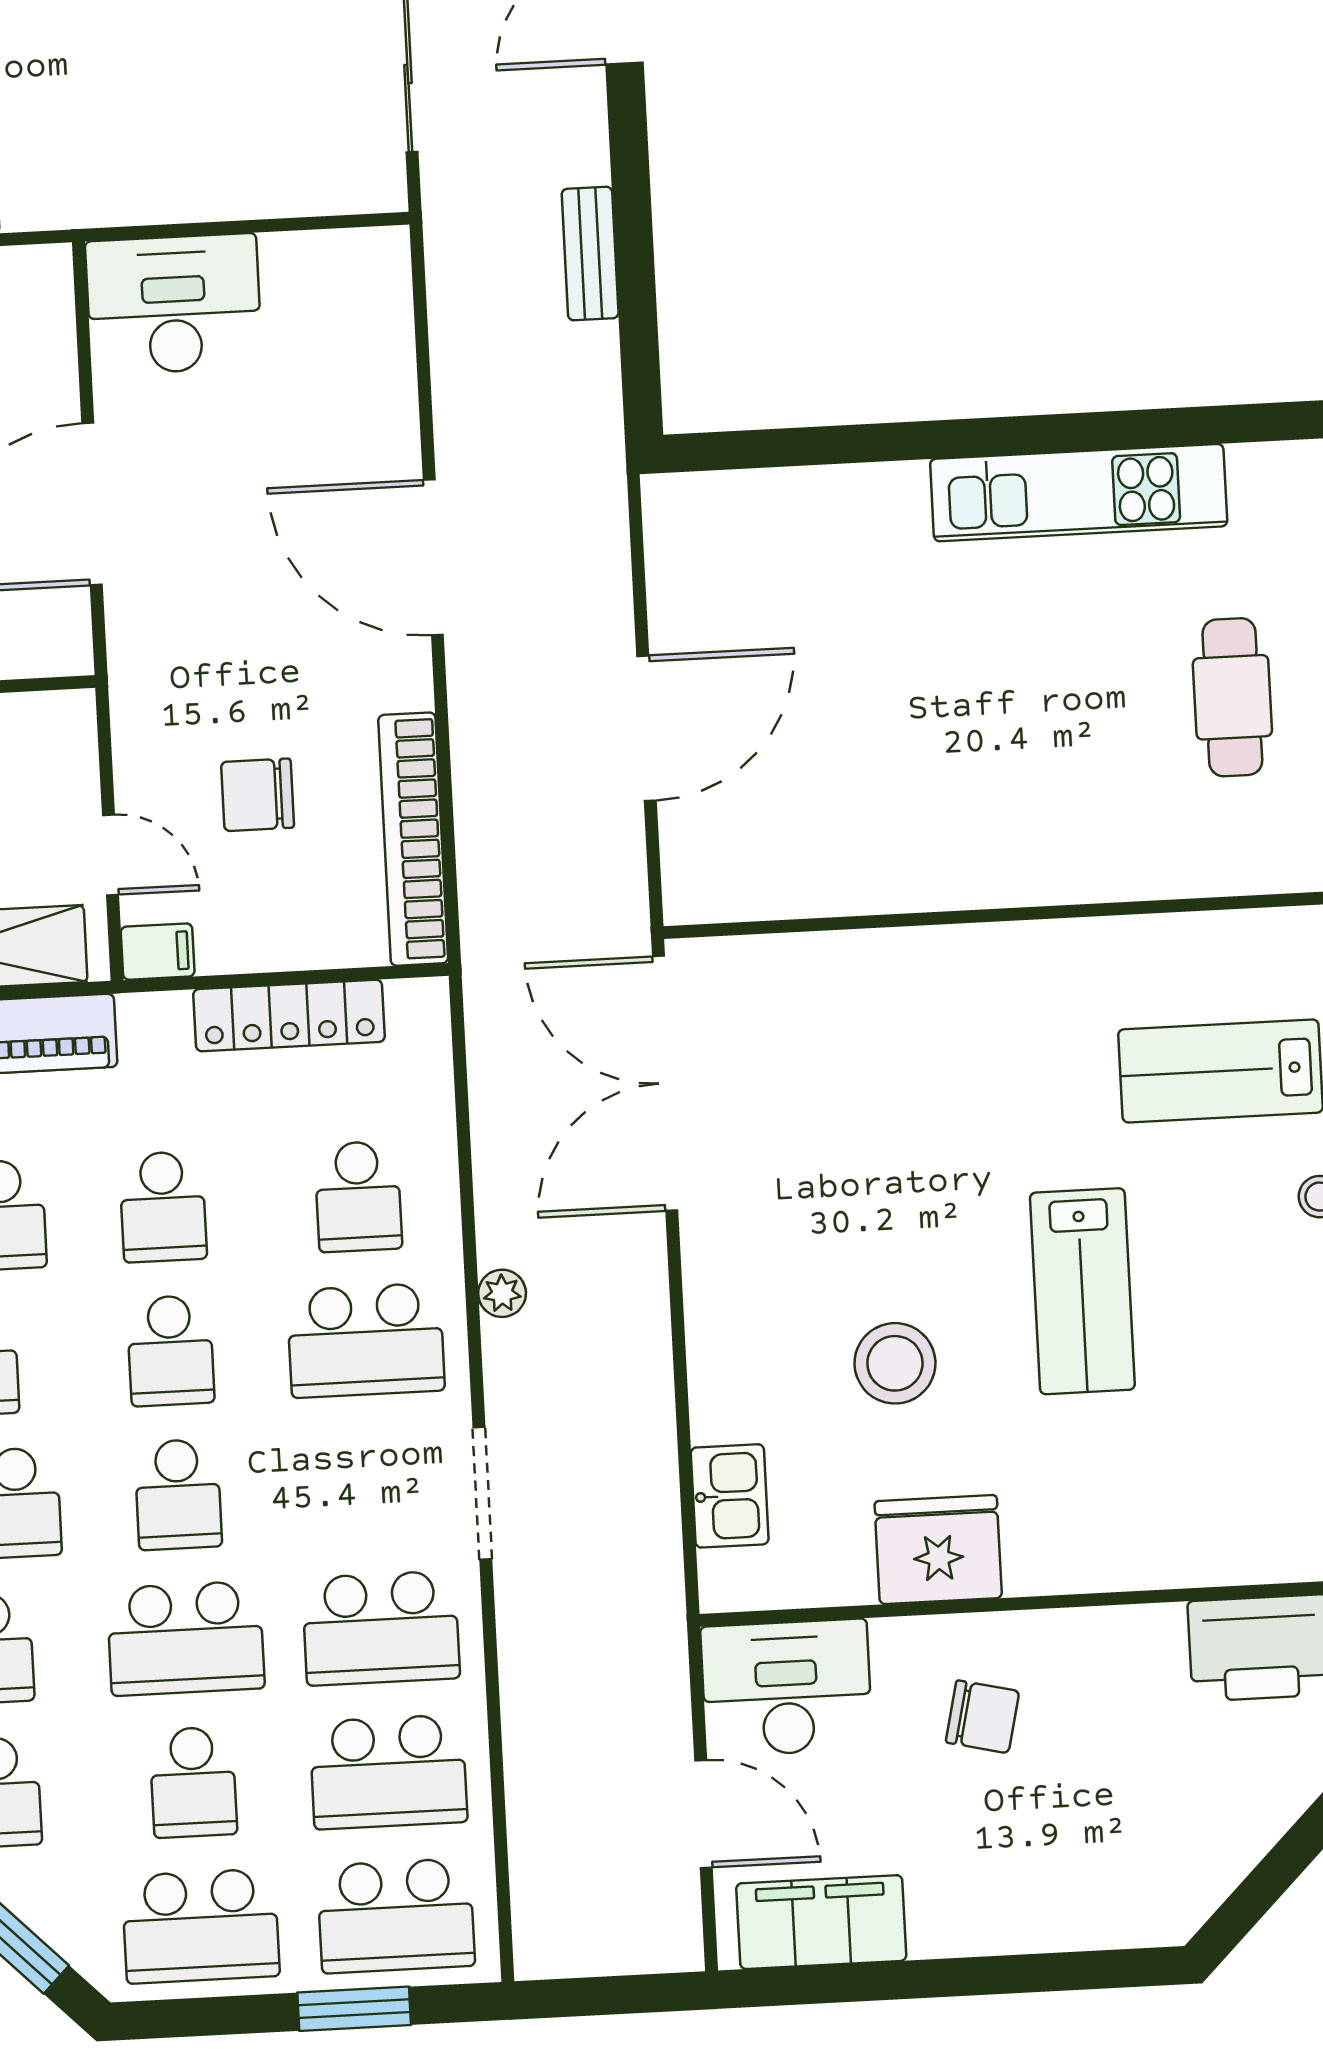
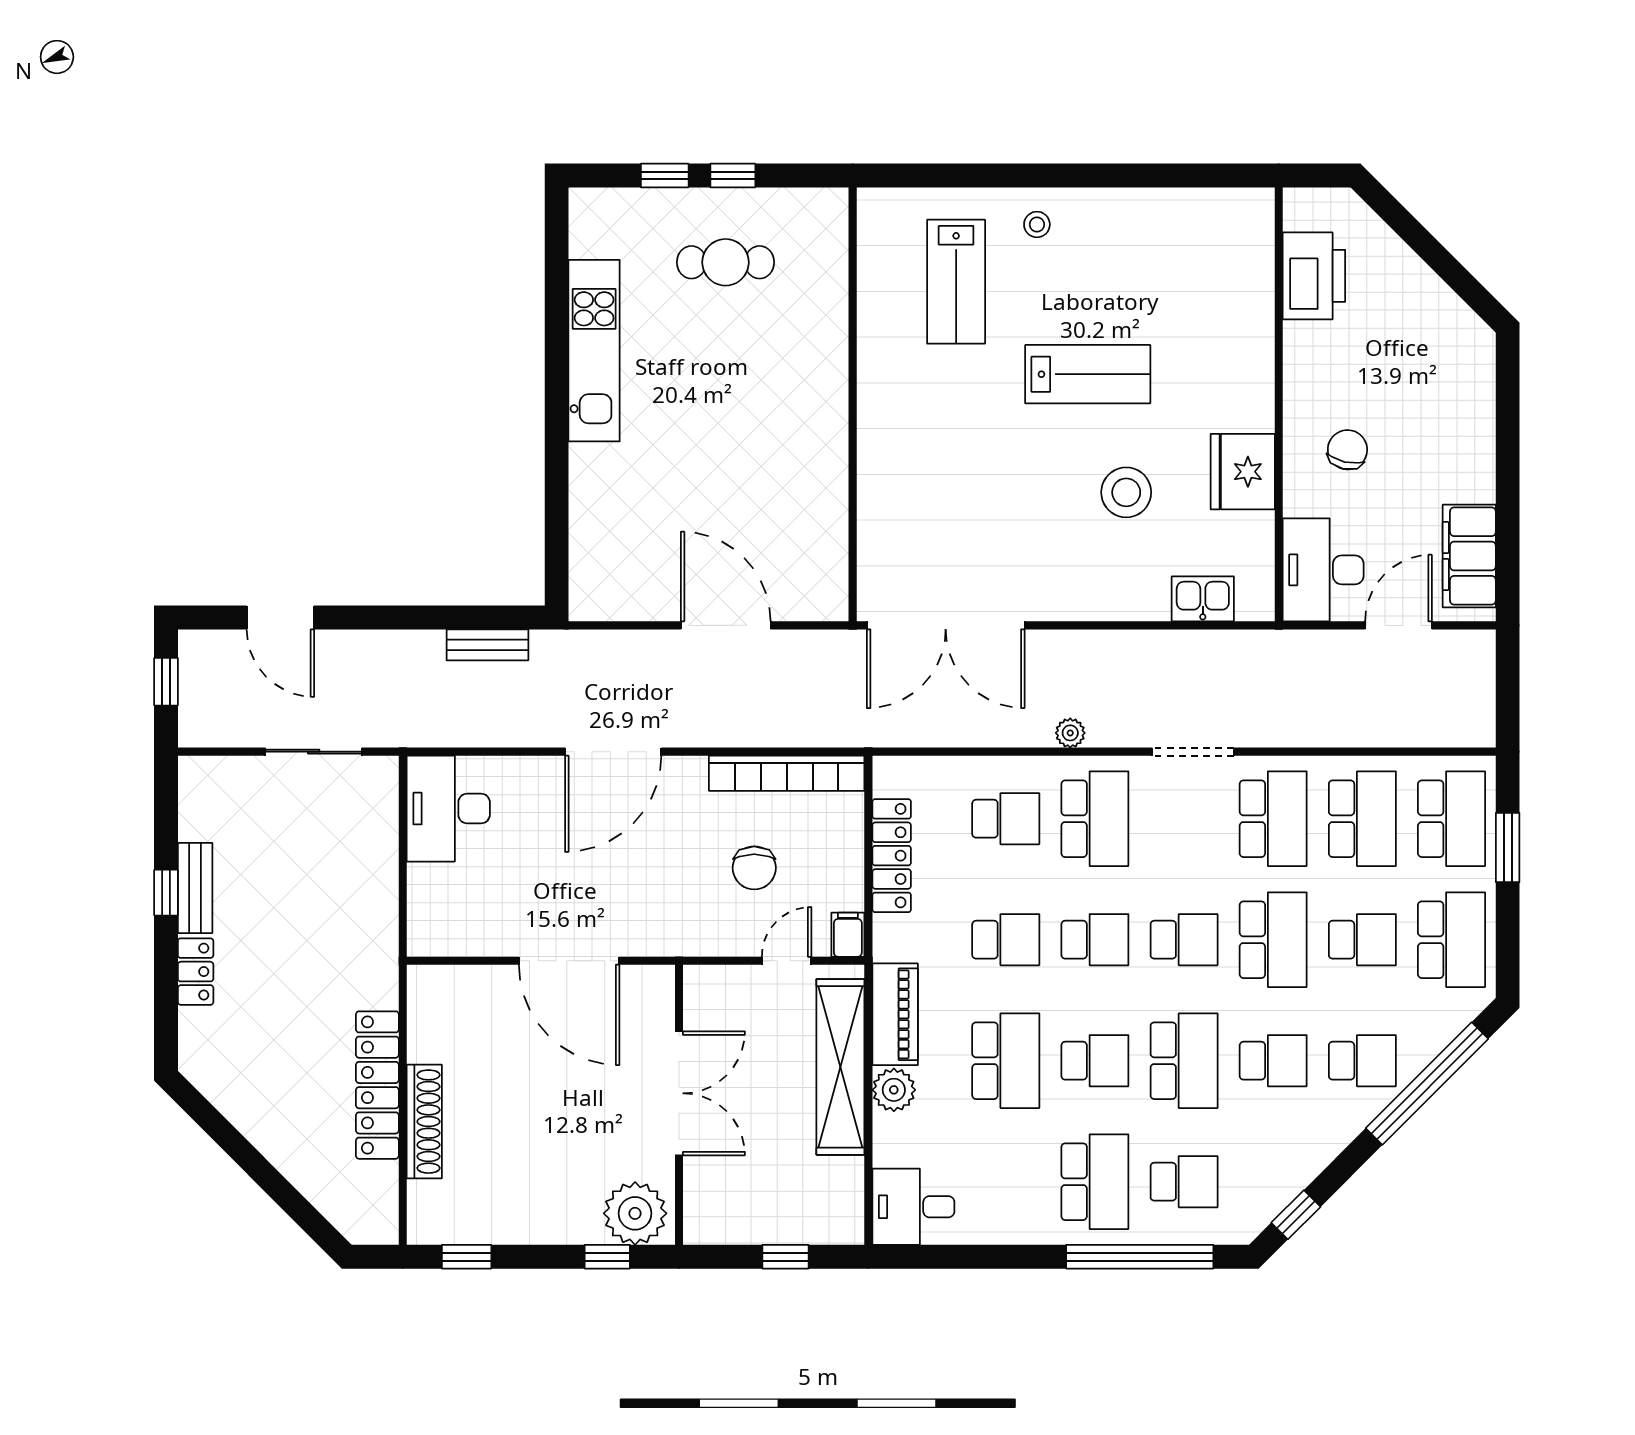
bench: (590, 254) -> (487, 645), moved
desk: (174, 304) -> (448, 809), moved

